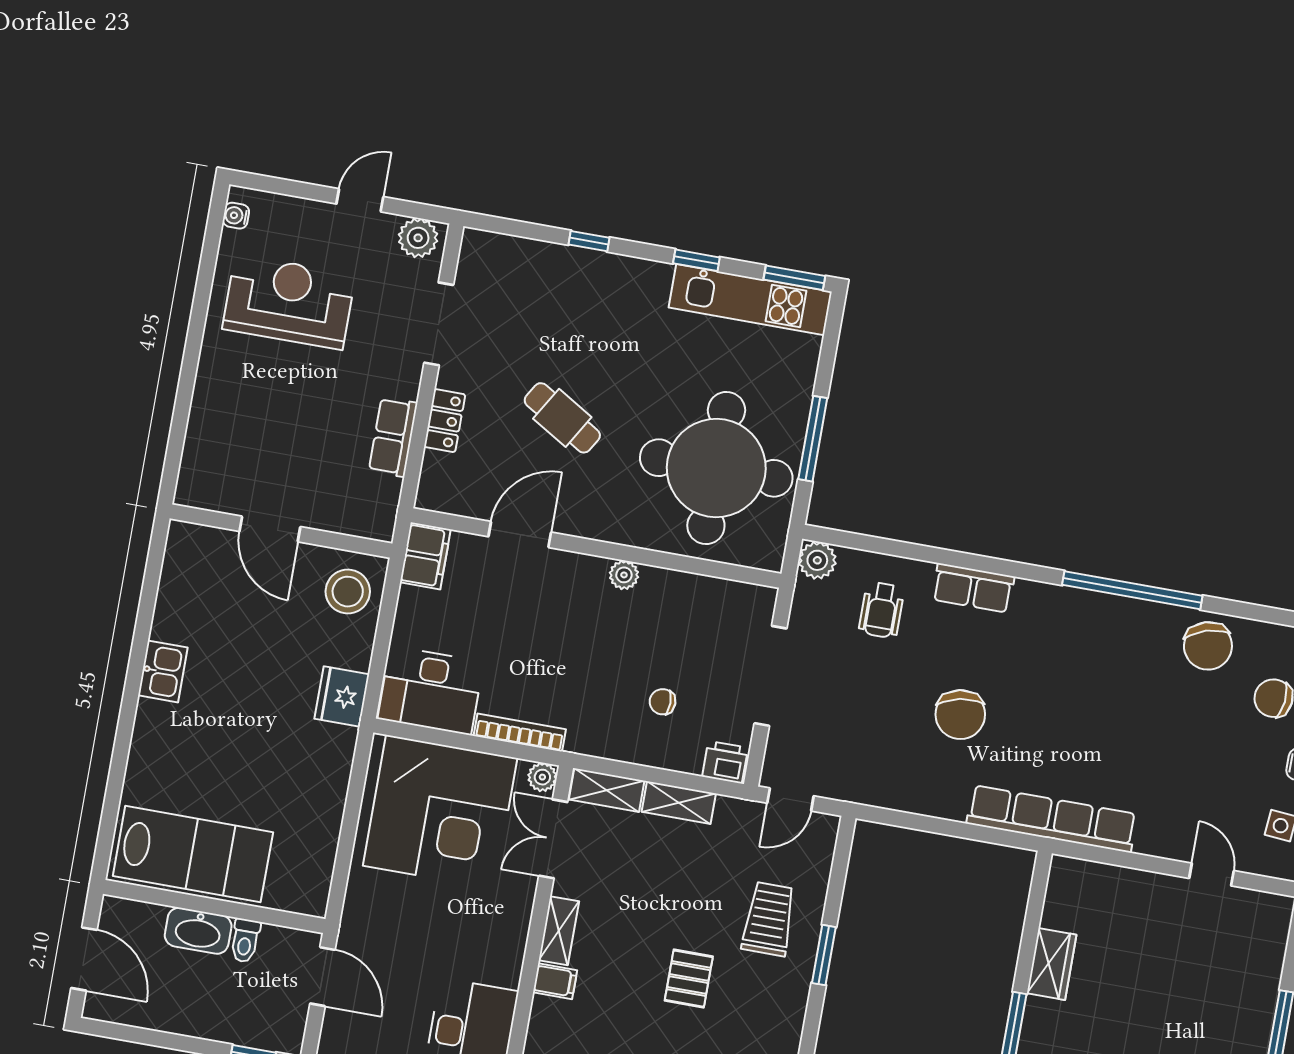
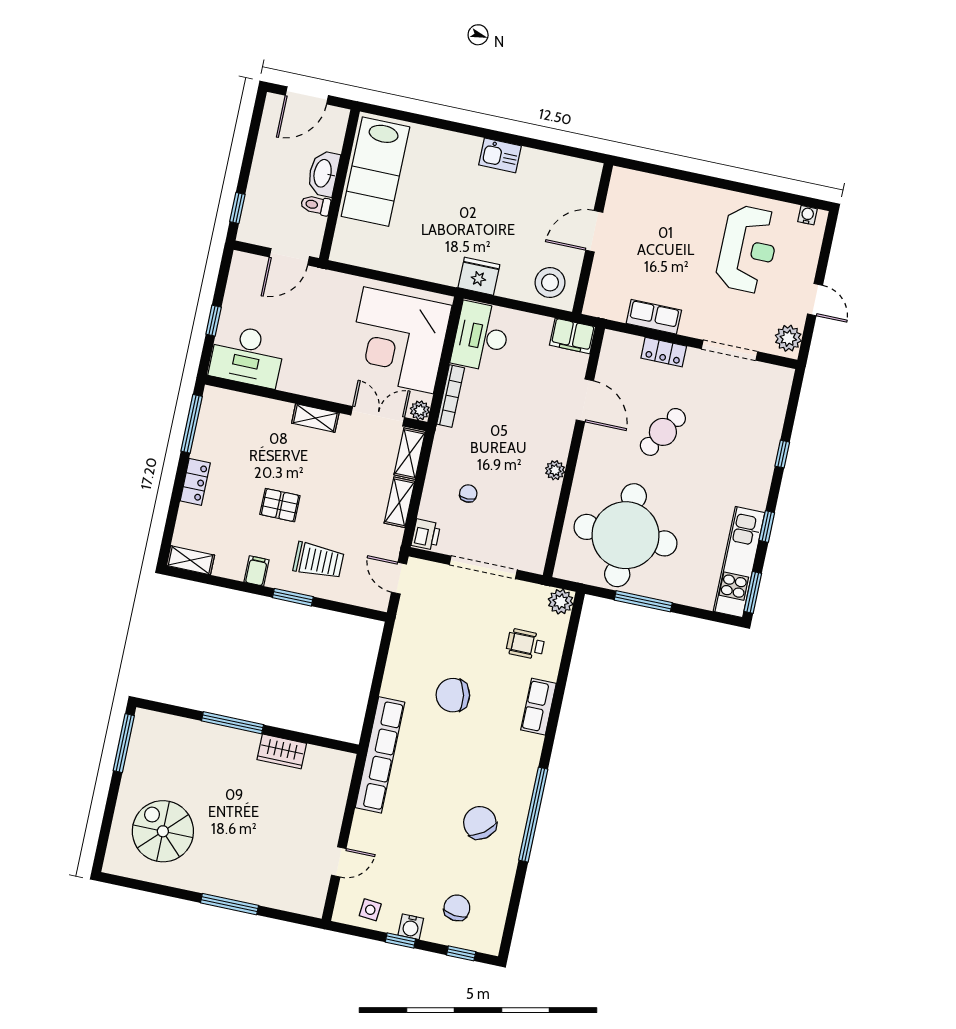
chair: (1208, 646) -> (480, 823), moved, turned 70
filing cabinet: (555, 981) -> (256, 571), moved, turned 180

